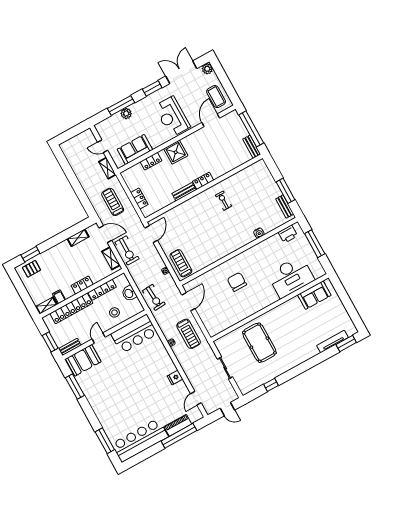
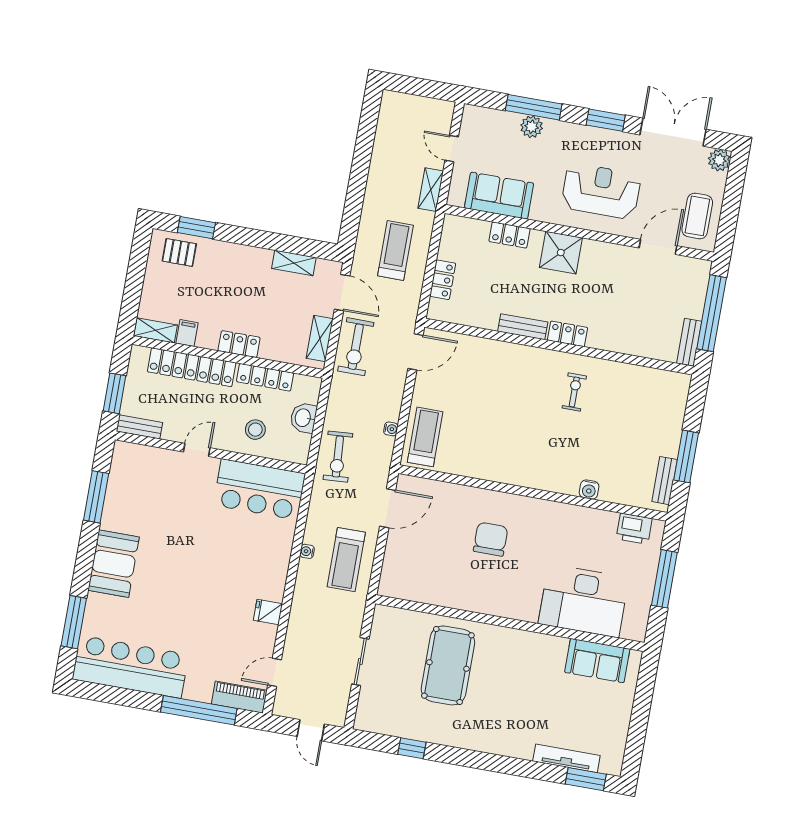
reception desk: (172, 117) -> (601, 191), turned 90
booth: (83, 360) -> (114, 564), moved, turned 90
piano: (178, 425) -> (239, 697), moved

